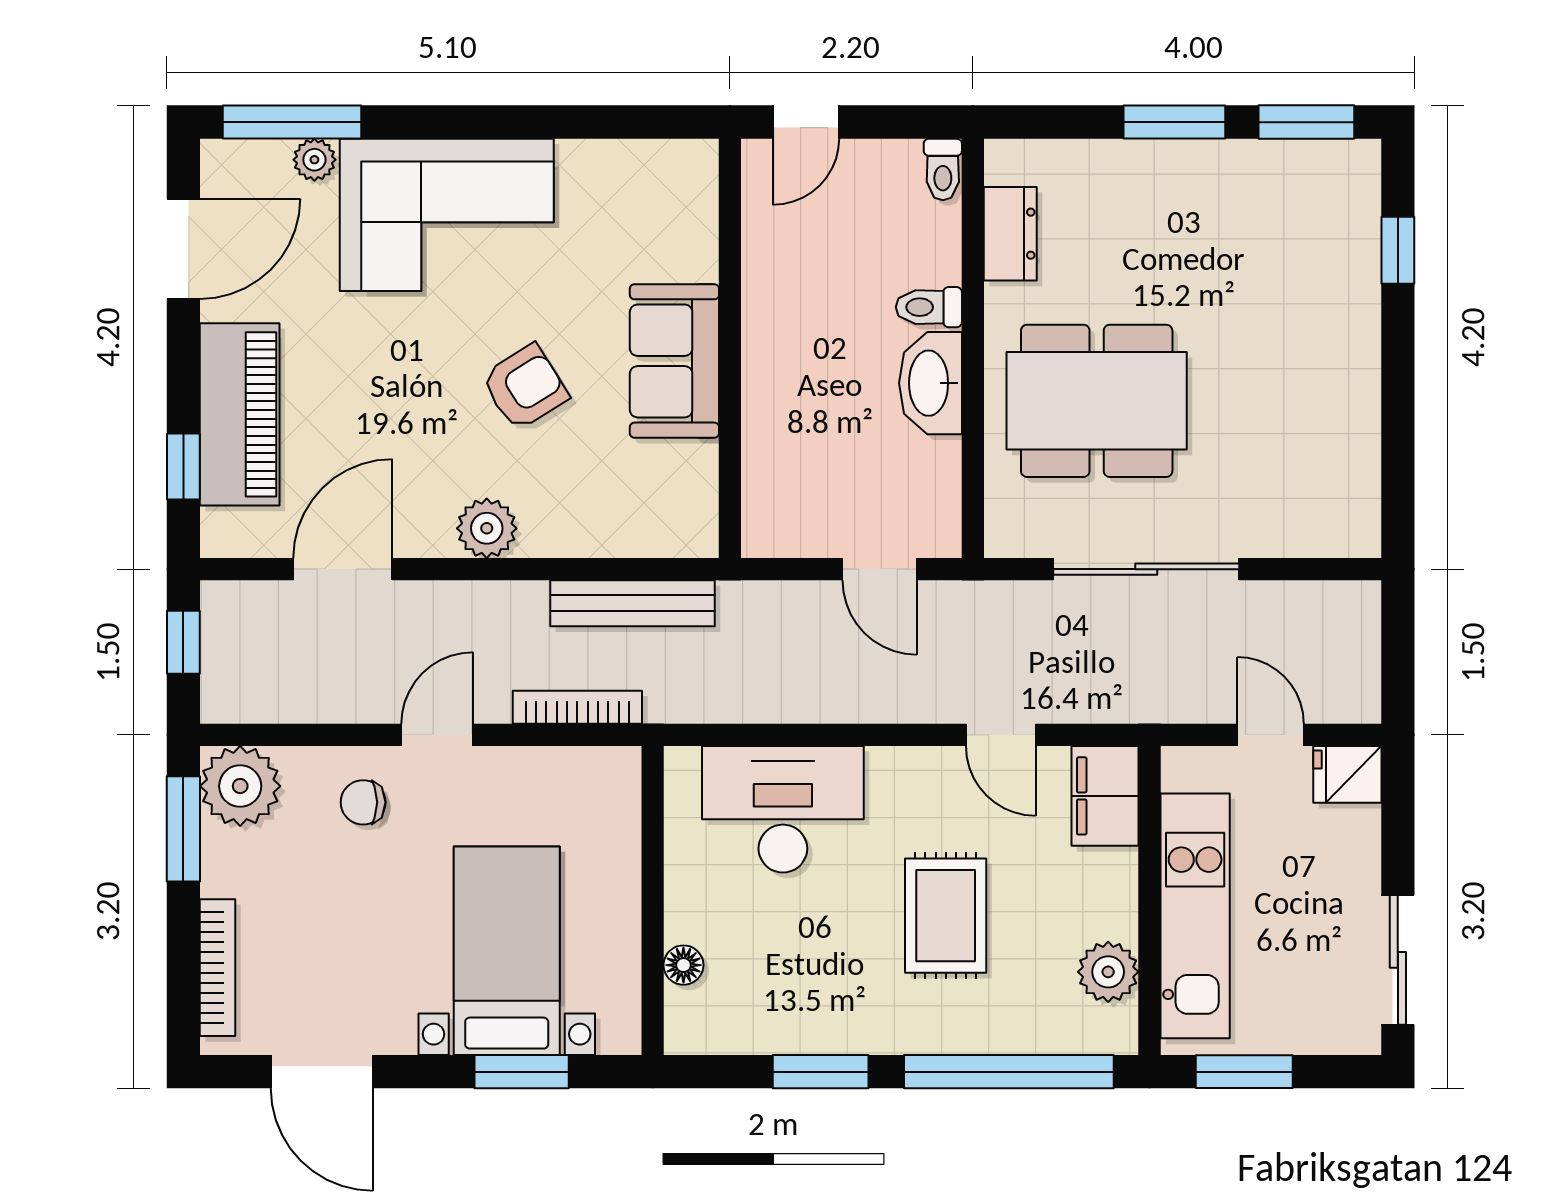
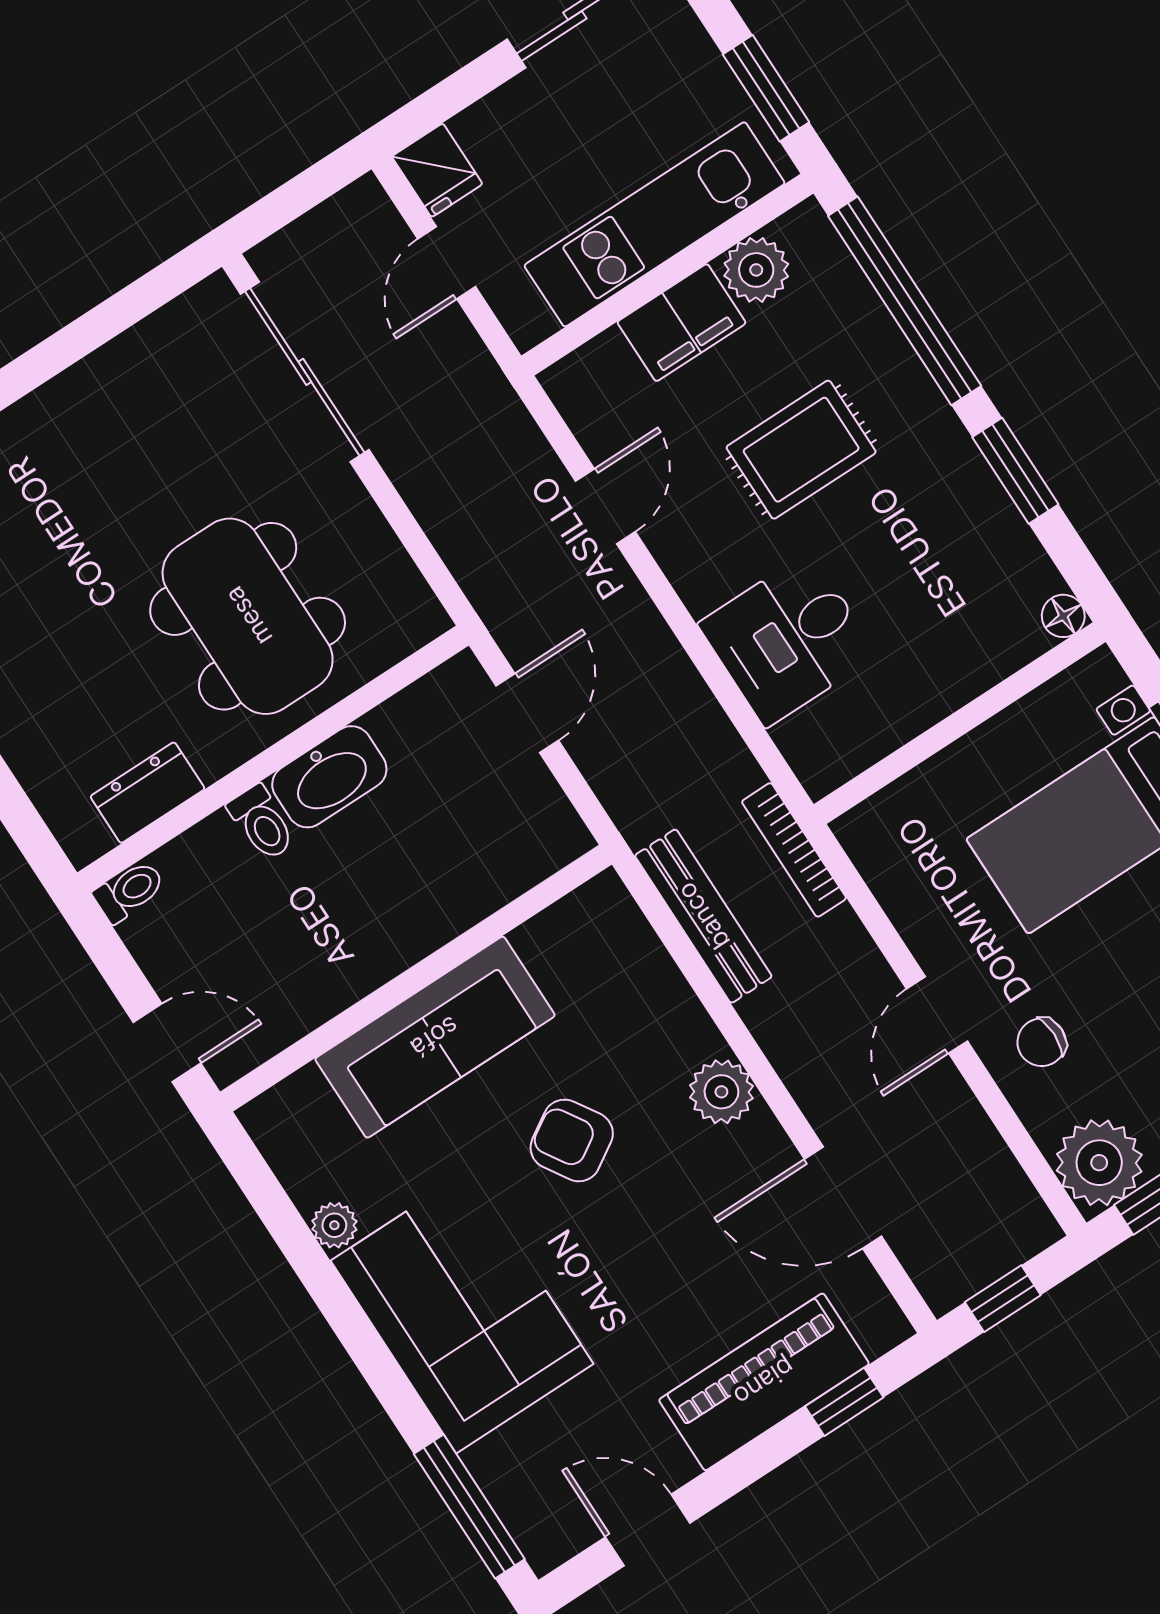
plant: (314, 160) -> (334, 1225), moved
door: (183, 249) -> (648, 1530), width x0.73
sofa: (674, 361) -> (435, 1037), width x1.36
sliding door: (1146, 569) -> (305, 372), moved
bookcase: (577, 707) -> (794, 850), moved
door: (437, 735) -> (937, 1015), hinge flipped
filing cabinet: (1105, 796) -> (681, 323), moved
chair: (363, 802) -> (1042, 1042), turned 90
desk: (783, 809) -> (788, 639), width x0.73
floor lamp: (683, 965) -> (1063, 616), moved

